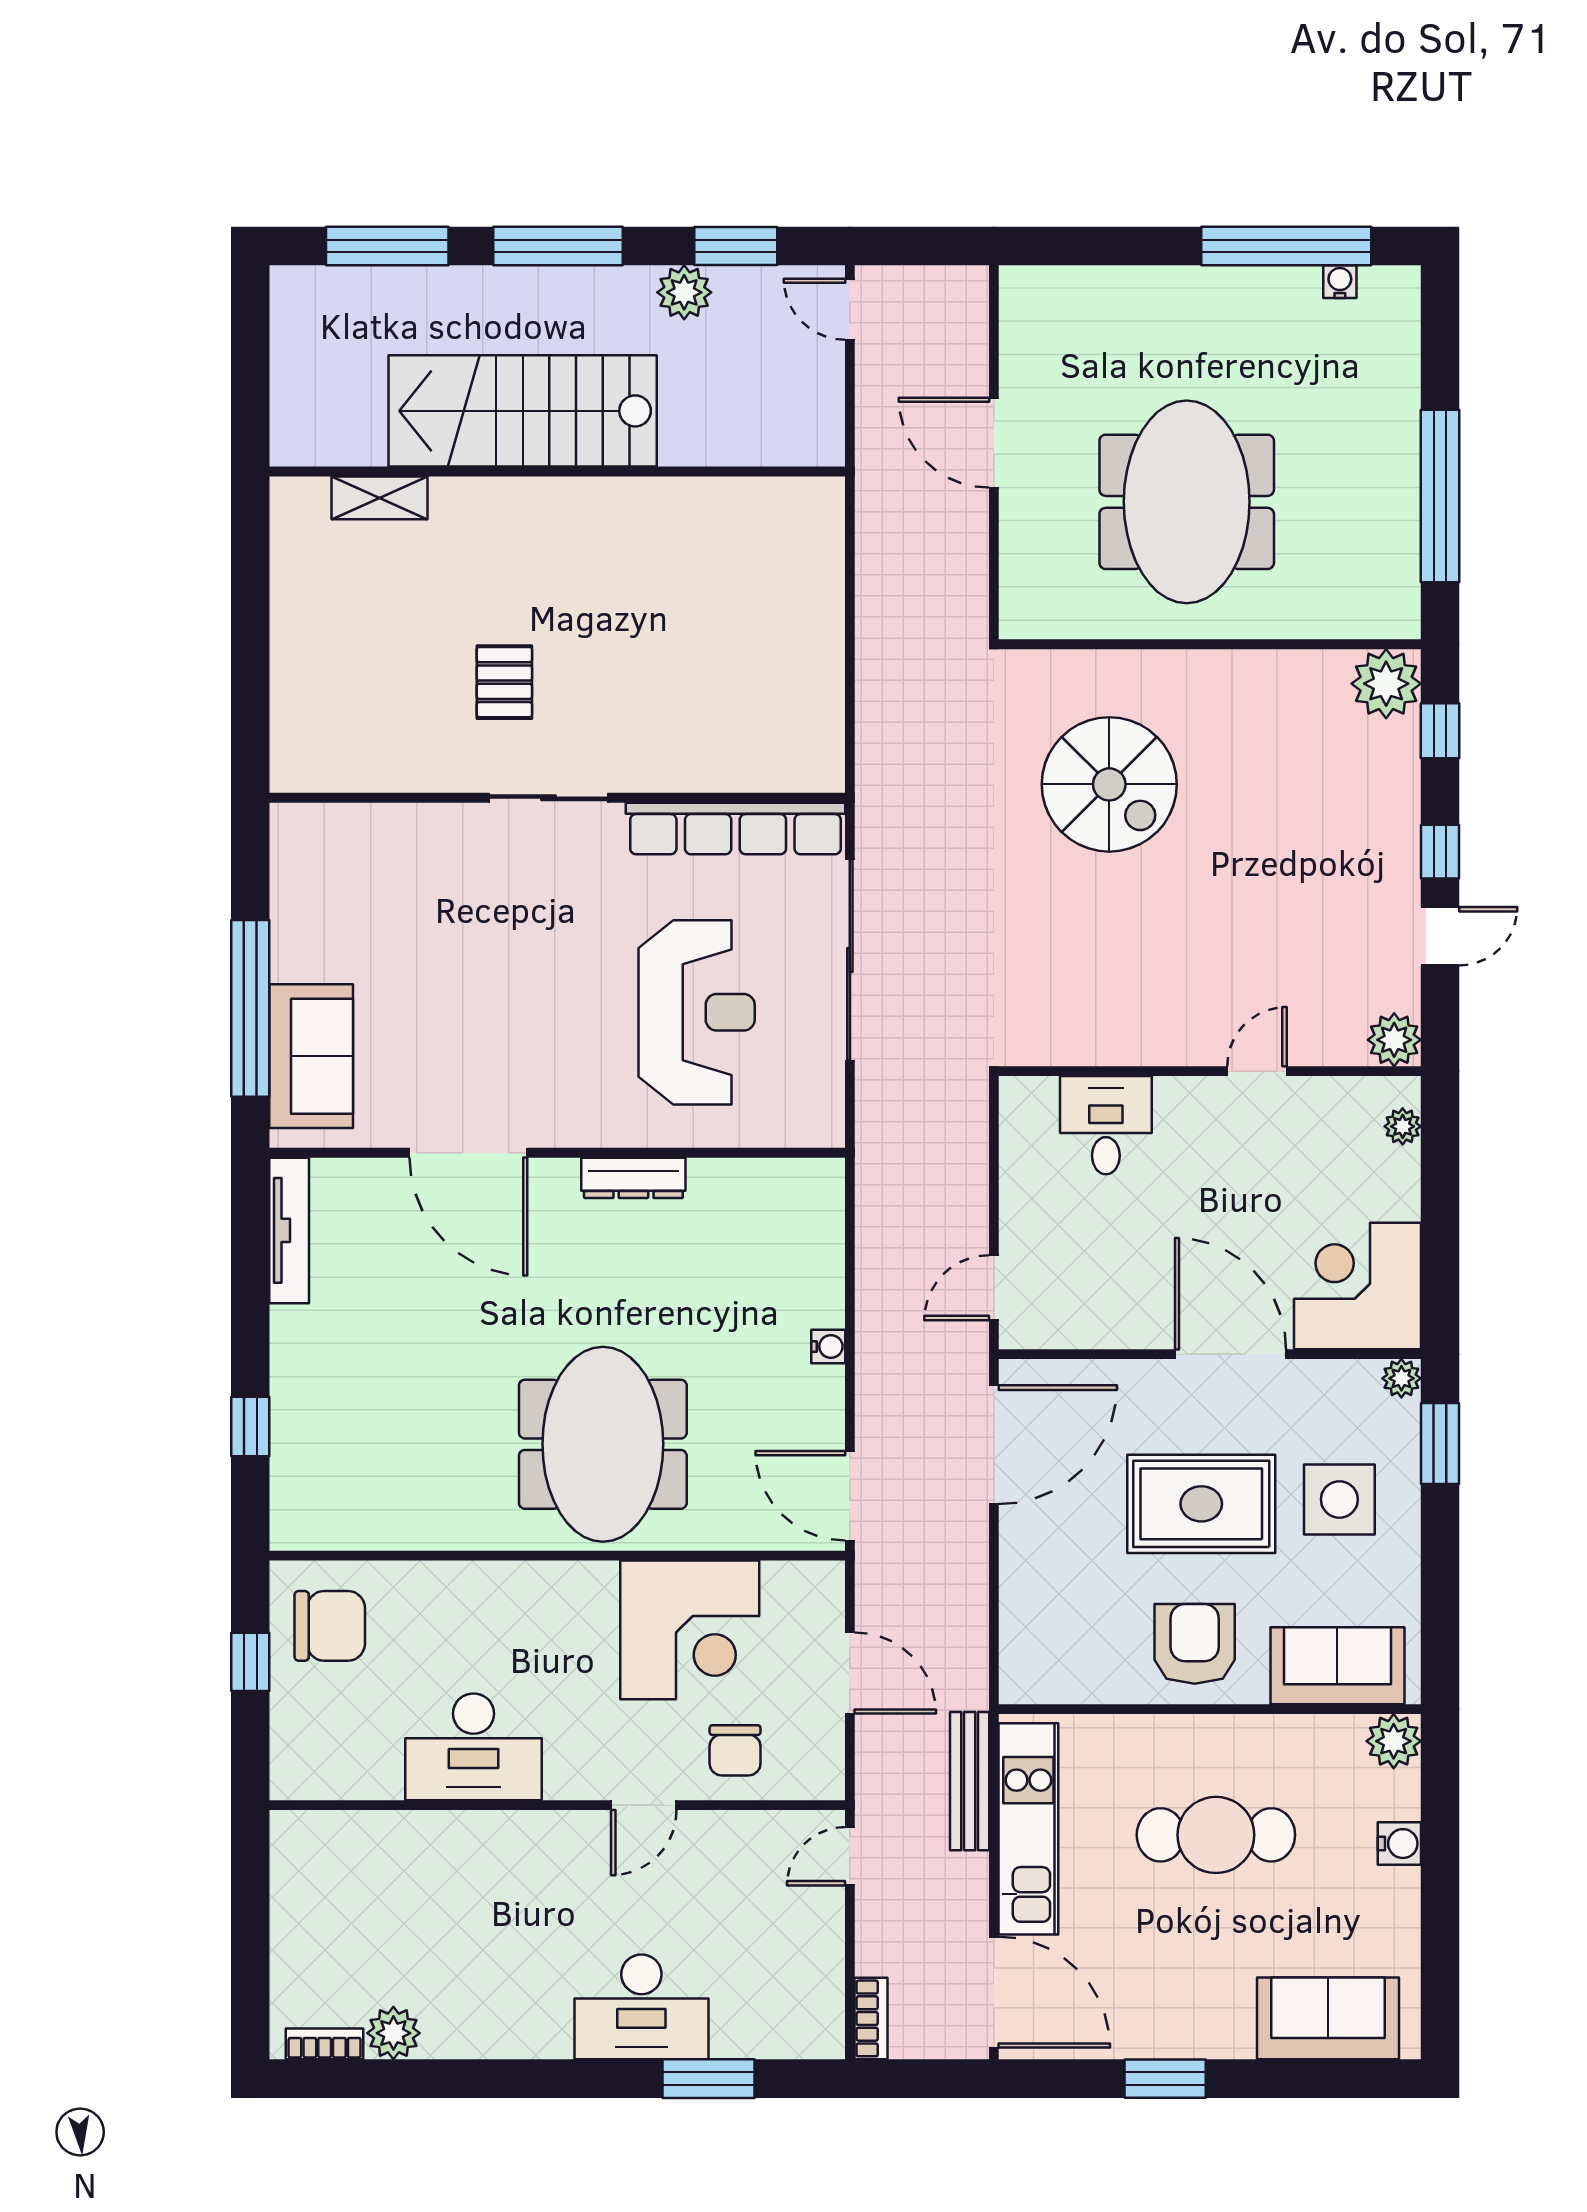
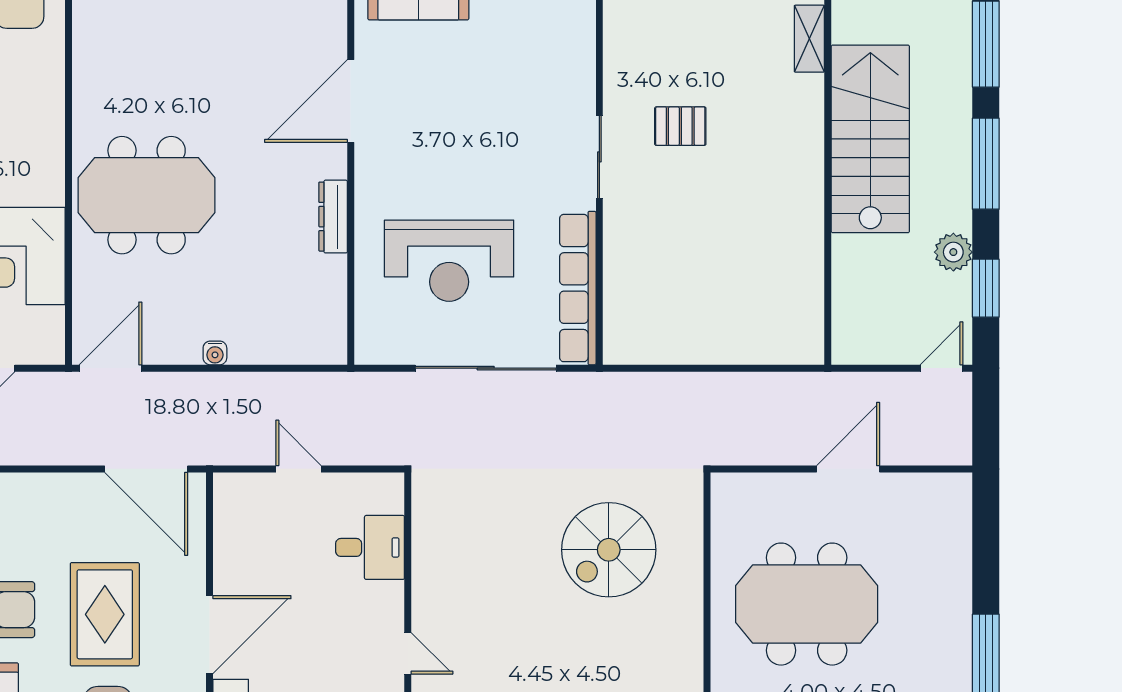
door: (994, 1288) -> (298, 469), moved

